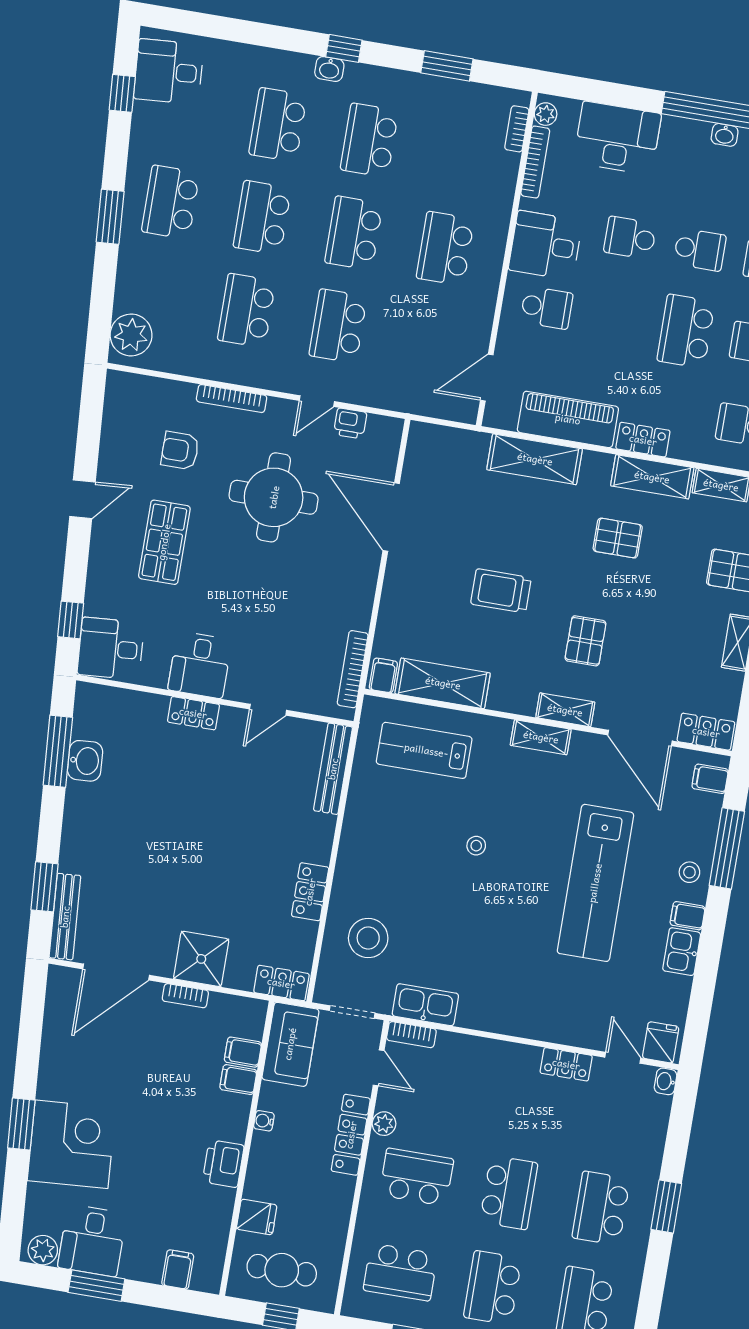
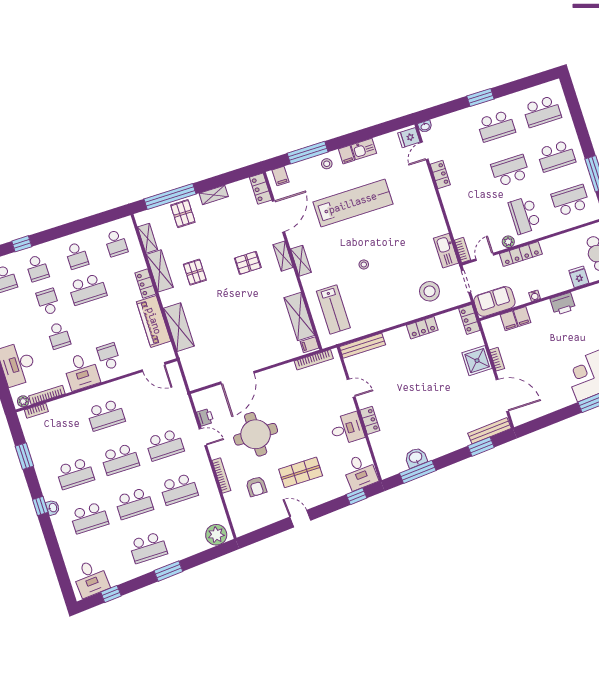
trolley: (501, 591) -> (245, 312), removed
school desk: (400, 1272) -> (570, 200), turned -90

